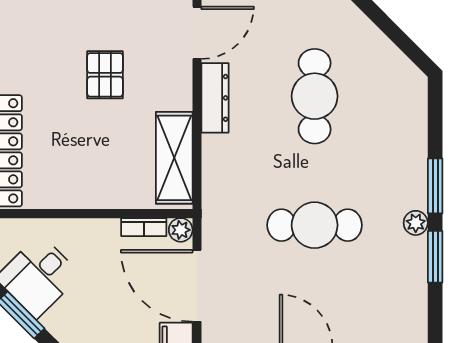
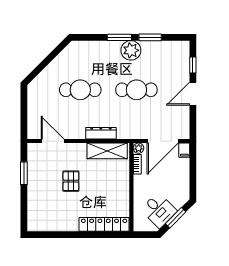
pallet: (105, 75) -> (71, 181), turned 90
dresser: (215, 98) -> (101, 133), moved
plant: (416, 223) -> (131, 50), width x1.88, depth x1.88
cafe table: (315, 225) -> (136, 90), turned 90

